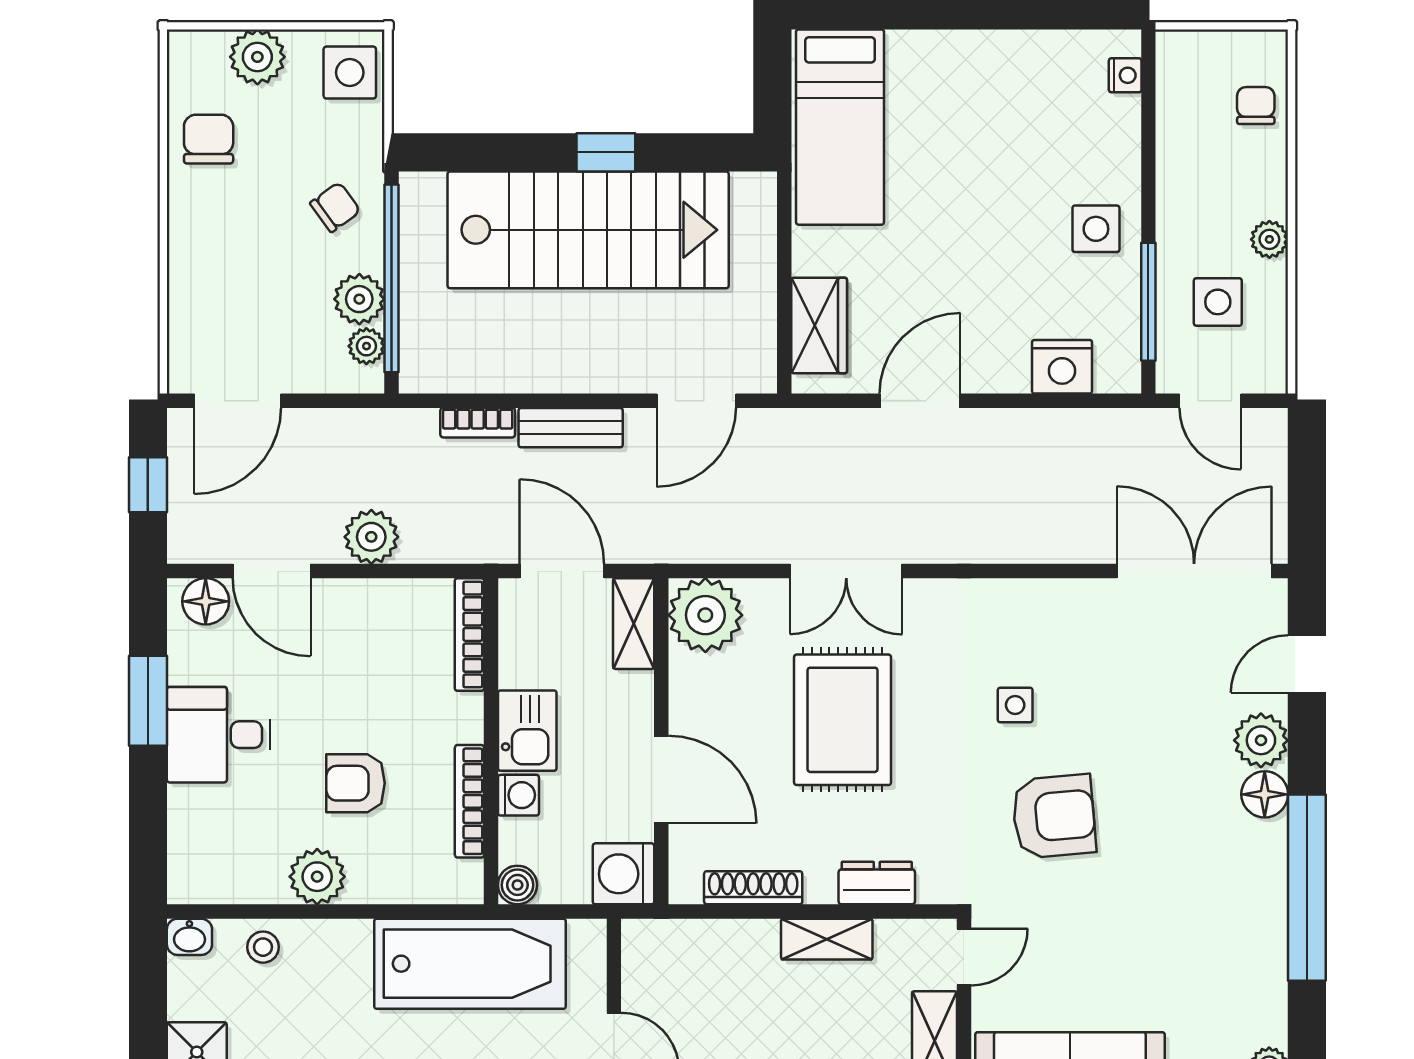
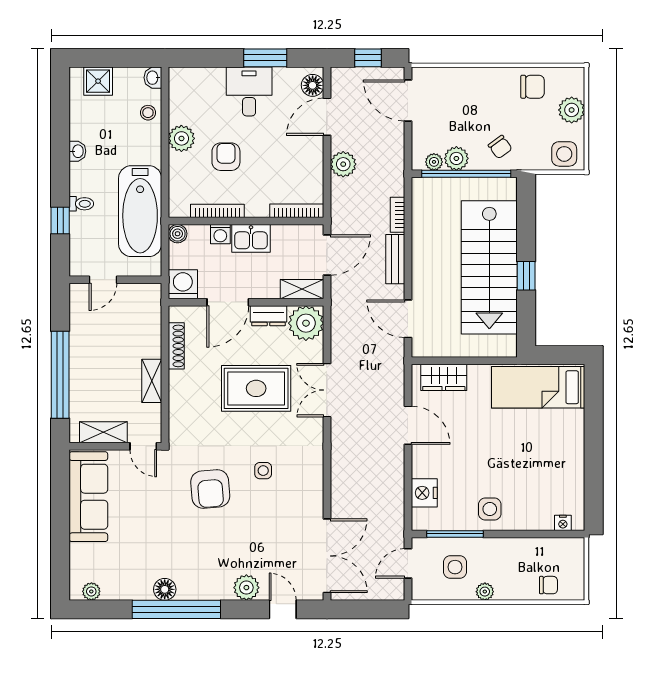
floor lamp: (1265, 794) -> (165, 589), moved
dresser: (877, 883) -> (268, 316), moved, turned 90

